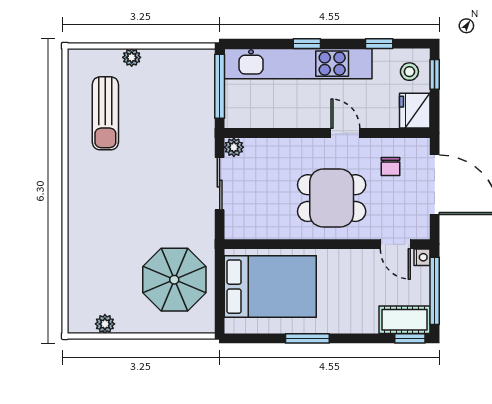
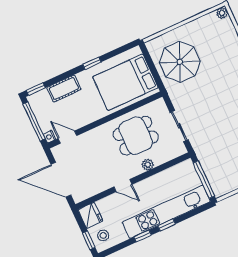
window: (379, 44) -> (143, 236), moved
plant: (234, 147) -> (148, 165), moved
chair: (391, 166) -> (90, 179), removed
dining table: (332, 198) -> (136, 136), moved
cot: (404, 320) -> (64, 89), moved
plant: (105, 324) -> (222, 13), moved
window: (307, 338) -> (92, 63), width x0.67

